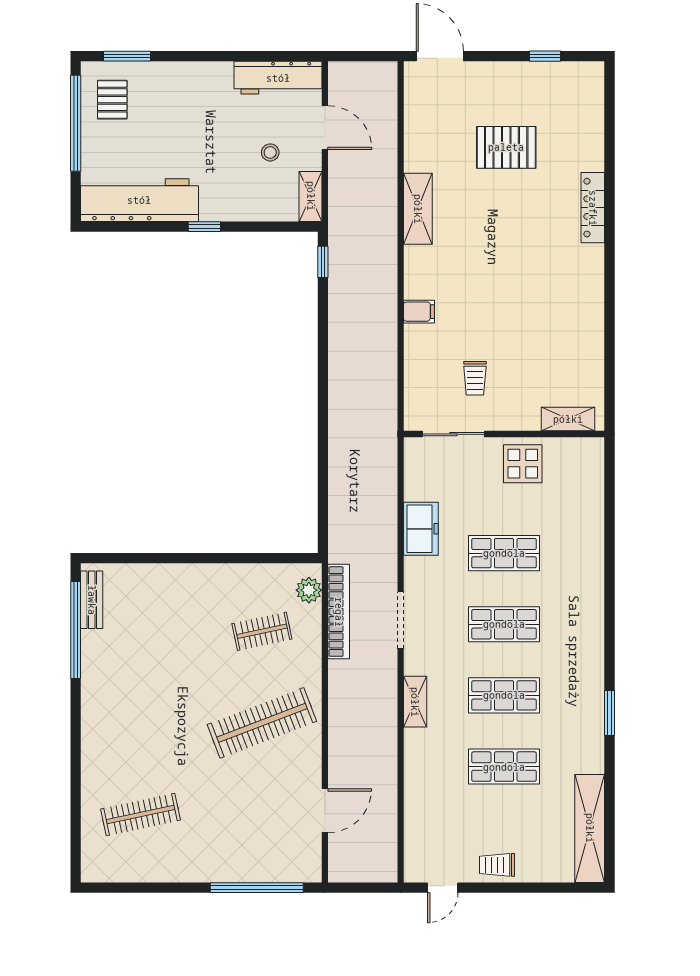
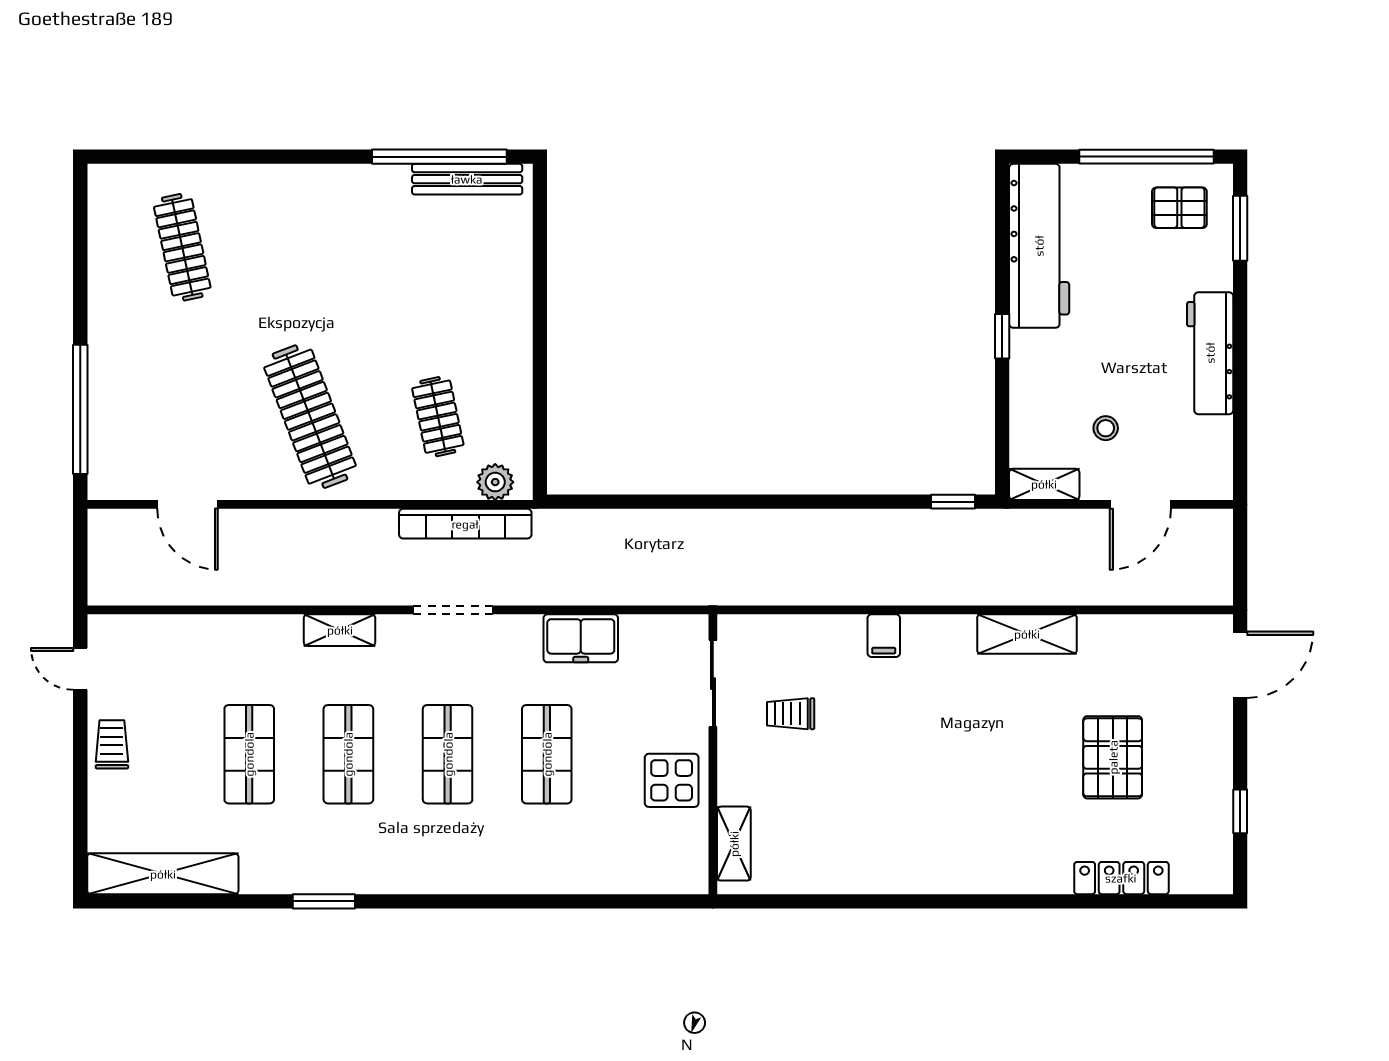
workbench: (278, 78) -> (1210, 353), moved
locker: (593, 208) -> (1121, 878), moved
bench: (92, 600) -> (467, 179), width x1.36

